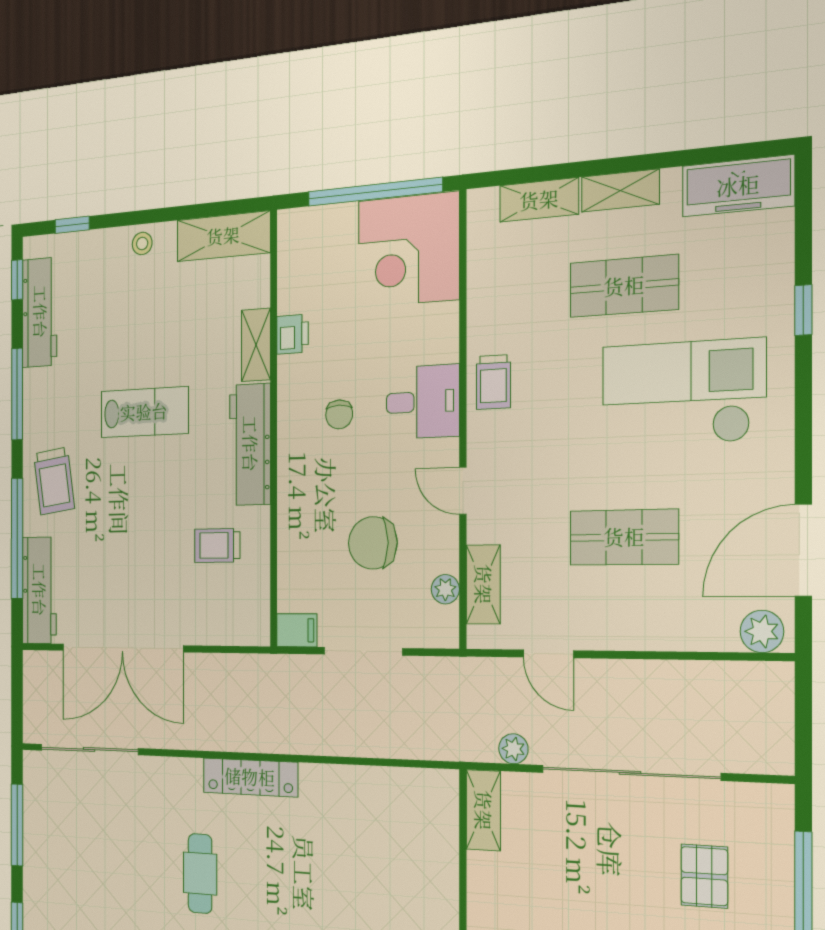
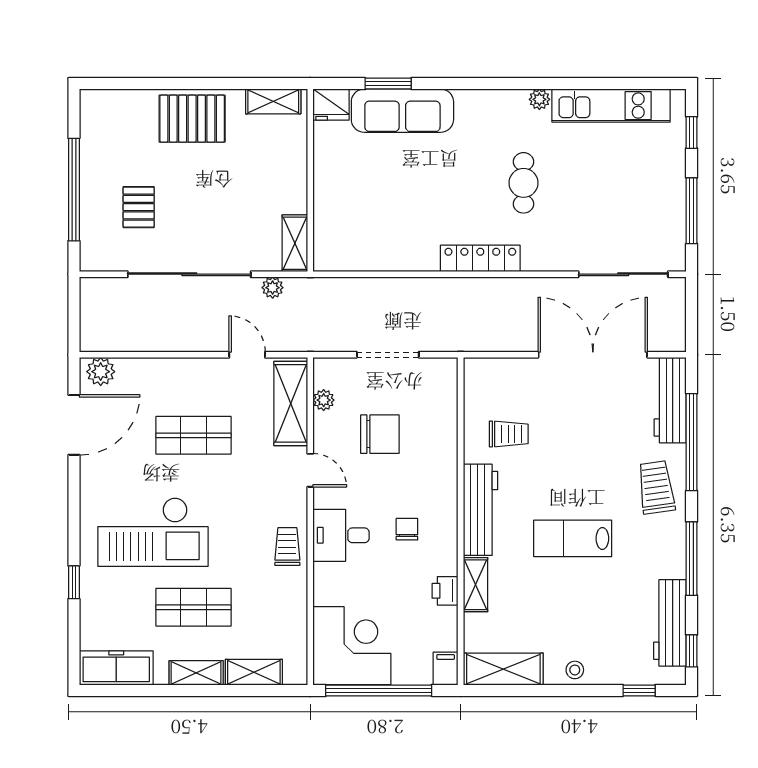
shelving: (483, 584) -> (291, 403), width x1.50, depth x1.33
filing cabinet: (297, 630) -> (446, 669), moved, turned 90

